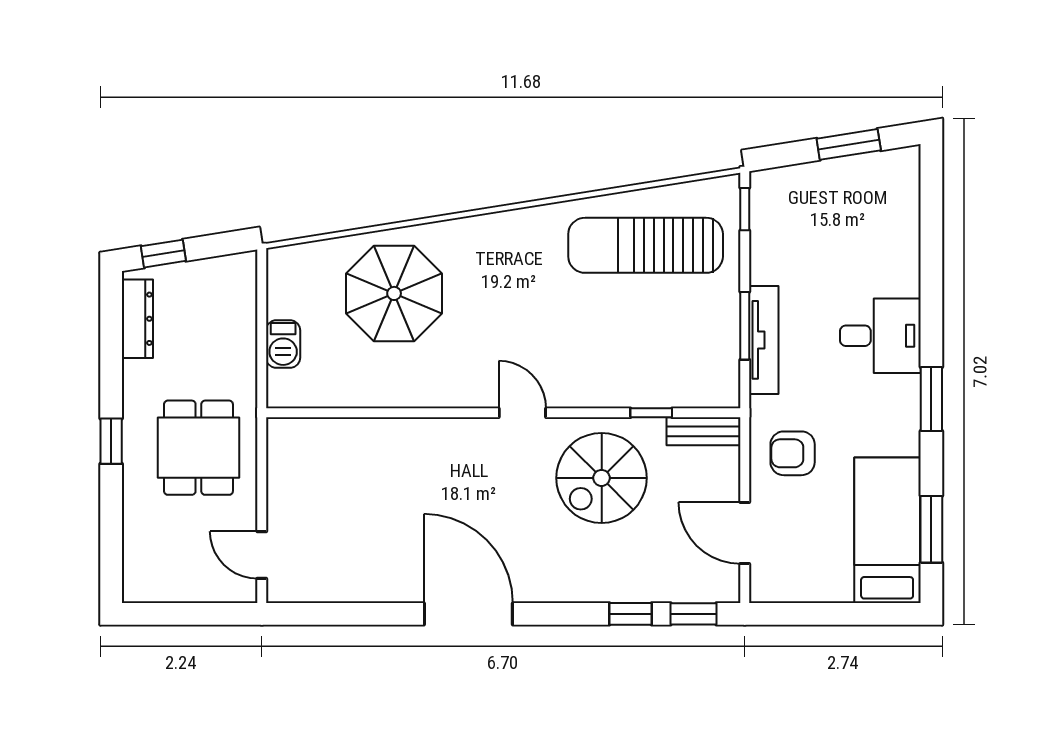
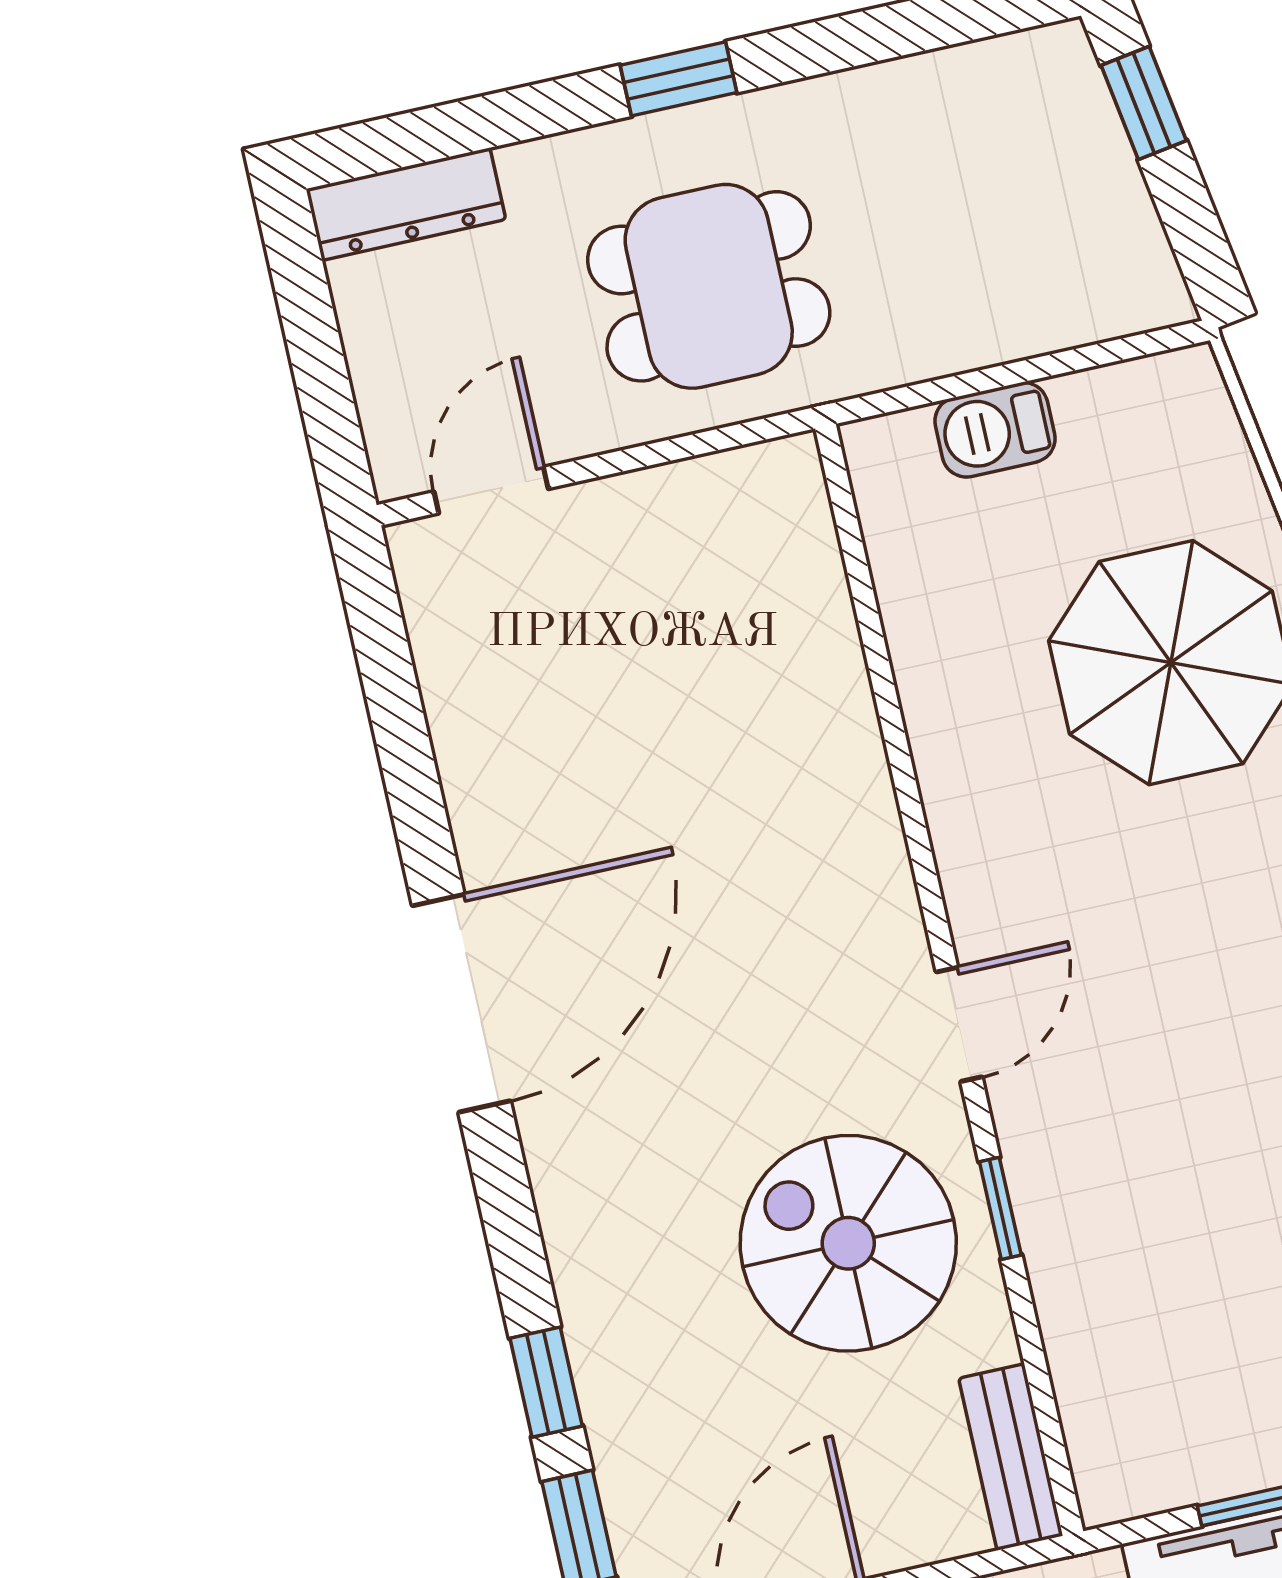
dresser: (137, 319) -> (406, 204), moved
window: (651, 413) -> (1000, 1208), moved

